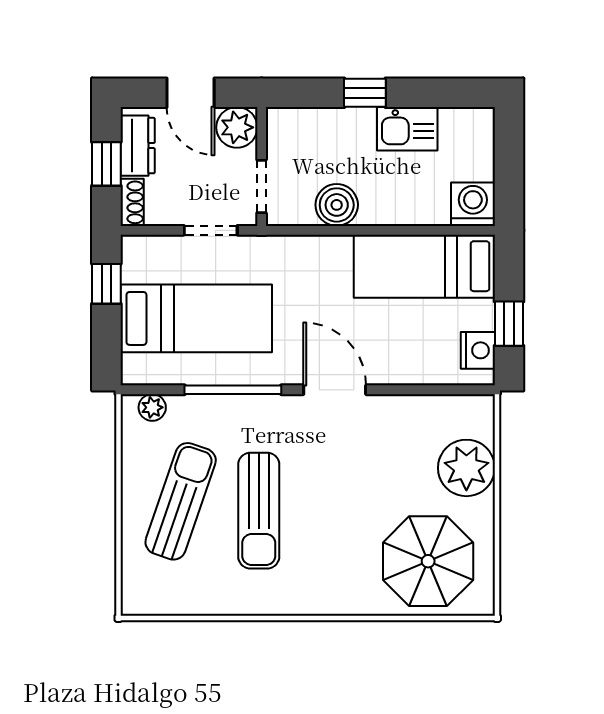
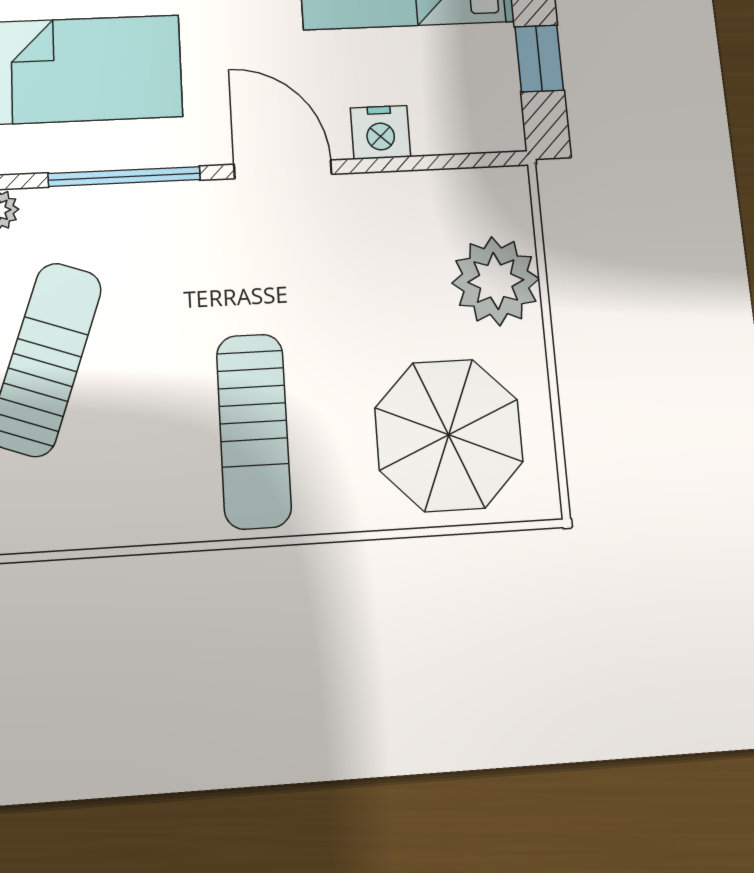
nightstand: (478, 350) -> (380, 132), moved, turned 90
sun lounger: (259, 511) -> (254, 431), moved

